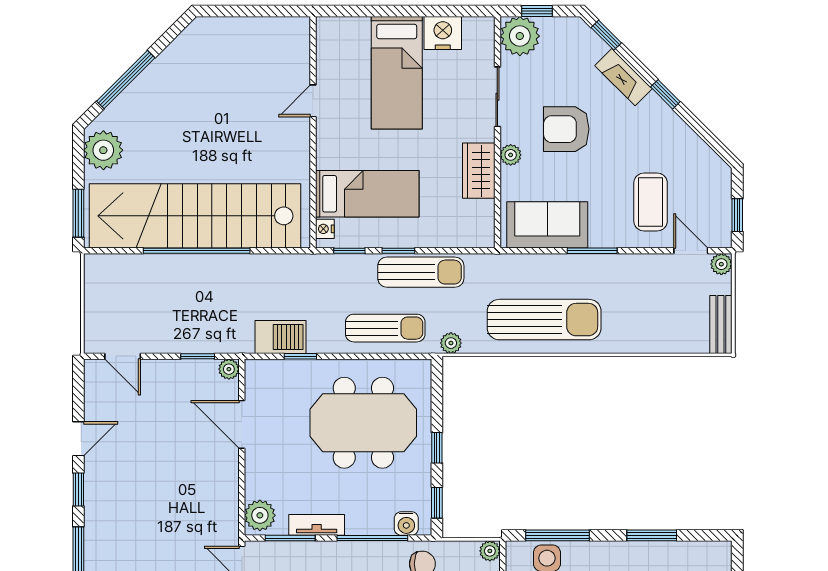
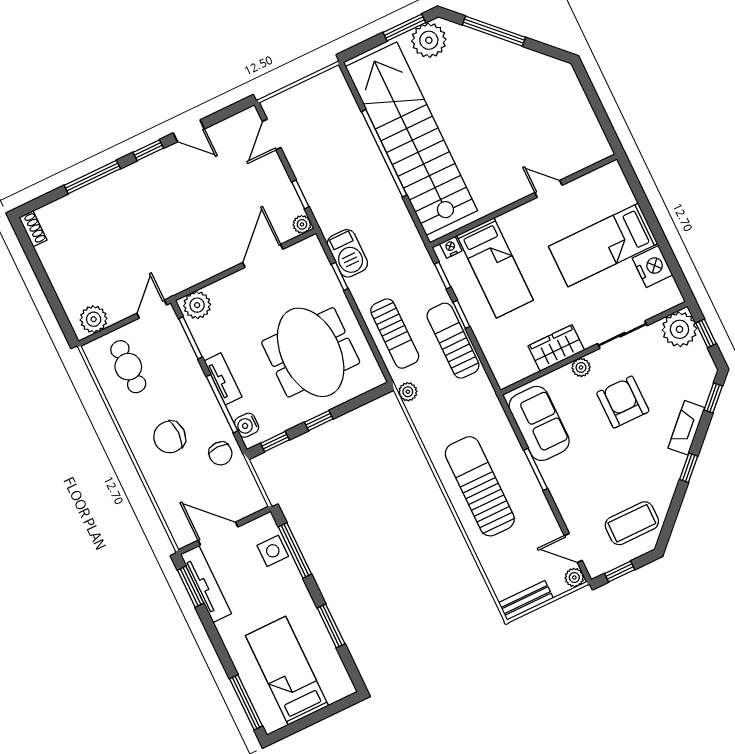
coffee table: (651, 202) -> (632, 523), moved
window: (78, 213) -> (404, 28), moved
door: (691, 251) -> (573, 548), swing flipped
sun lounger: (421, 272) -> (453, 341), turned 180
sun lounger: (544, 320) -> (480, 486), moved, turned 180
tv unit: (317, 525) -> (223, 379), moved
plant: (490, 551) -> (257, 502), removed

